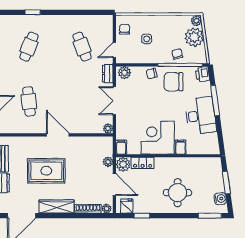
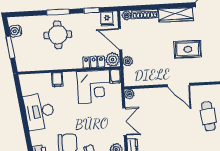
window: (215, 101) -> (26, 127), removed
corner desk: (158, 138) -> (94, 87), moved
rug: (46, 171) -> (188, 49), width x0.73, depth x0.70
window: (210, 216) -> (58, 12), moved

